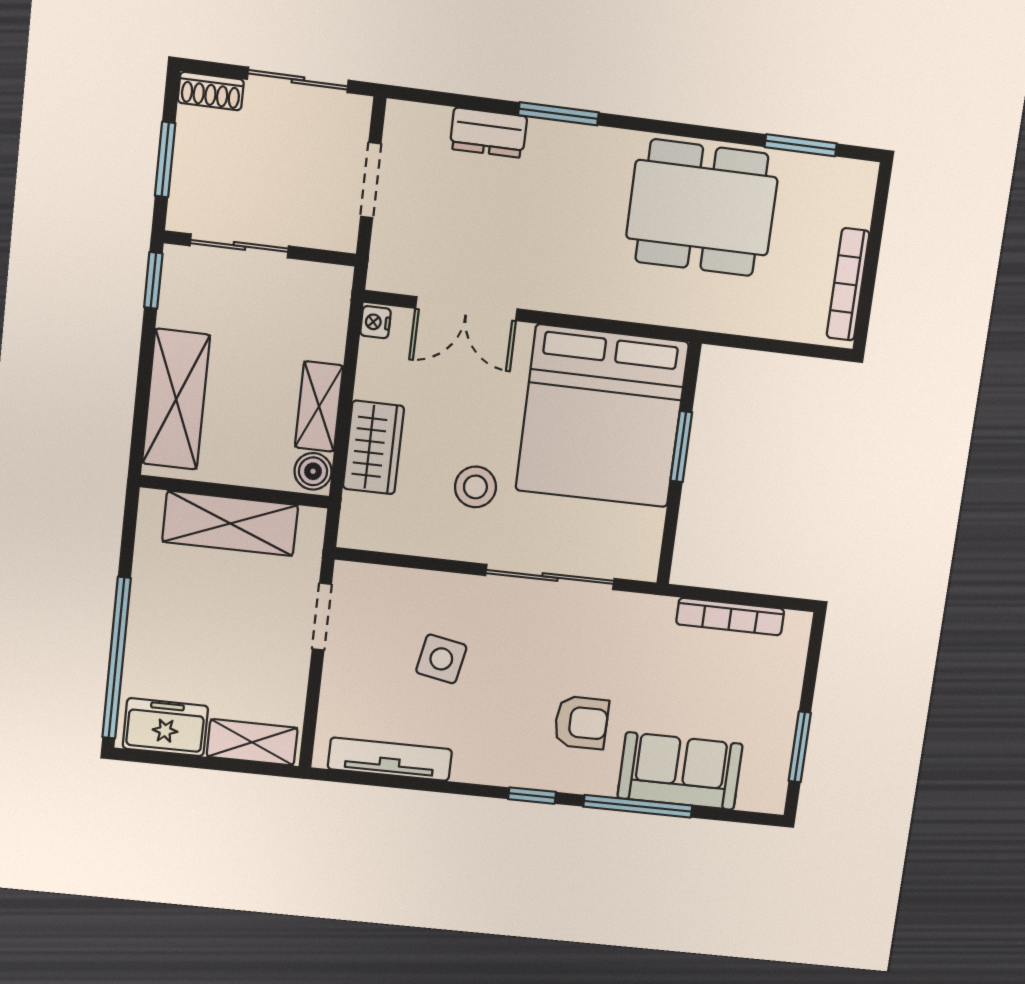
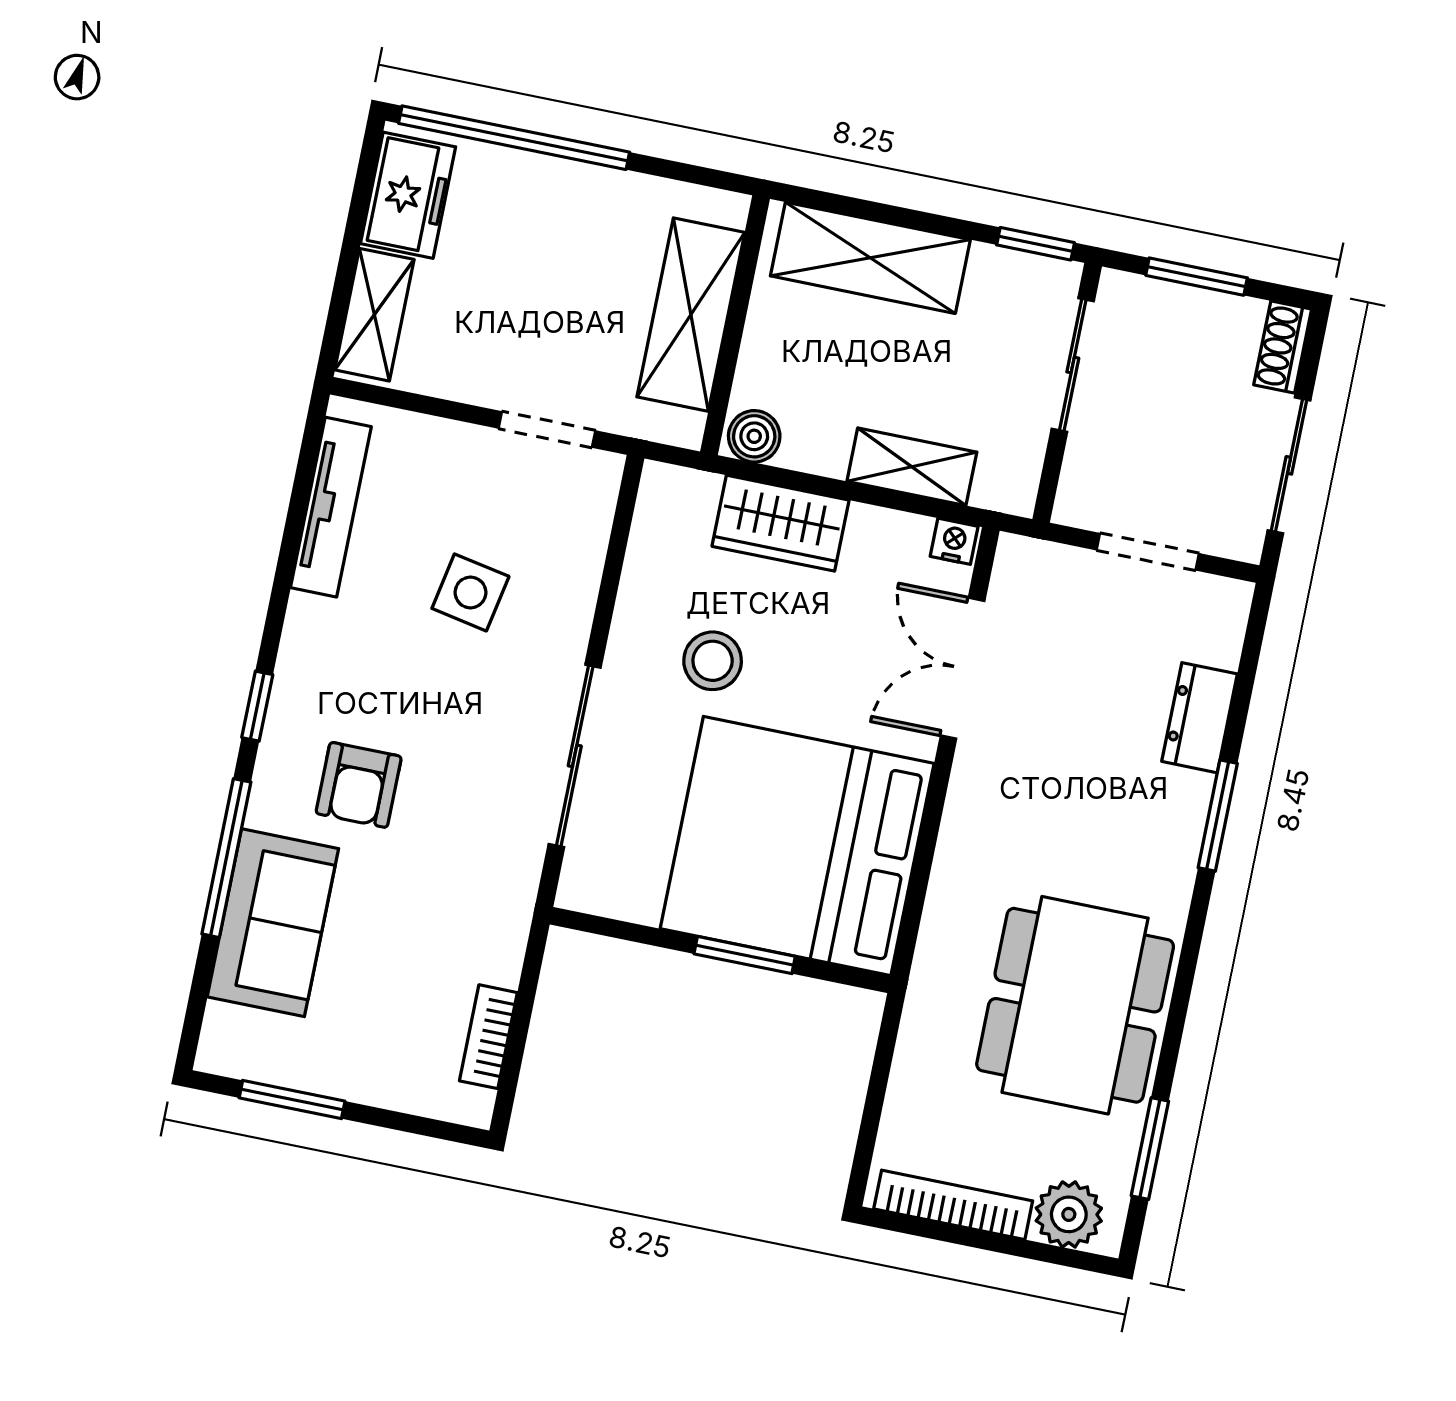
plant: (851, 201) -> (1069, 1214), added
shelving: (319, 406) -> (912, 467), moved
bookcase: (730, 617) -> (488, 1037), width x0.64

